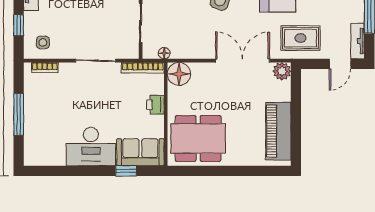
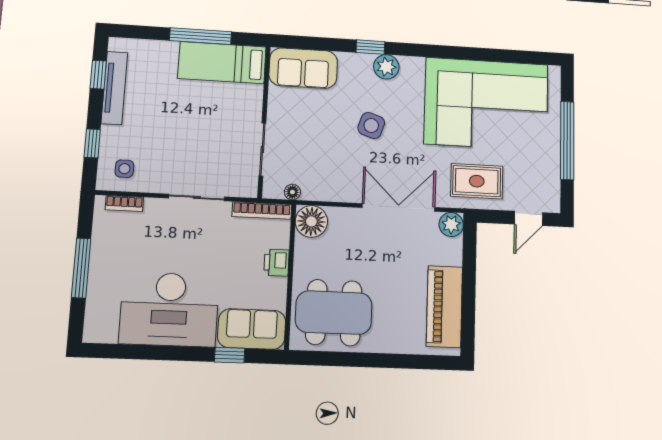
tv unit: (358, 41) -> (552, 189), removed
desk: (91, 147) -> (169, 309), width x1.36, depth x1.30

